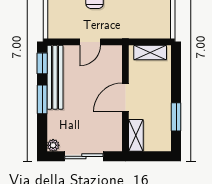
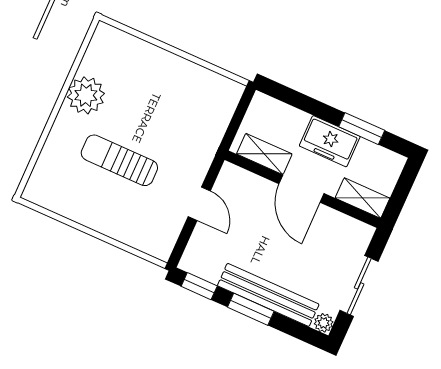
shelving: (150, 53) -> (264, 154), moved, turned 90
bench: (55, 77) -> (268, 295), moved
freezer: (160, 102) -> (330, 141), added

